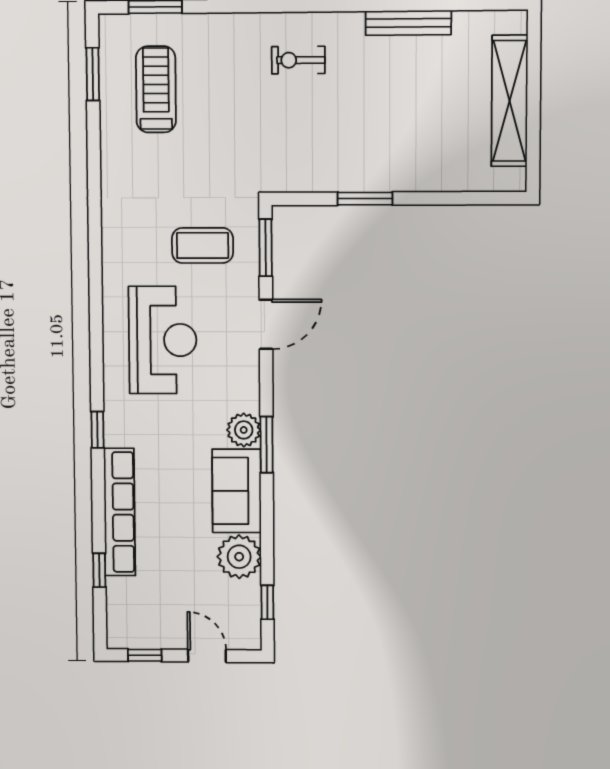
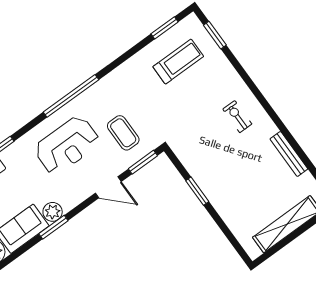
window: (95, 282) -> (71, 96), added

